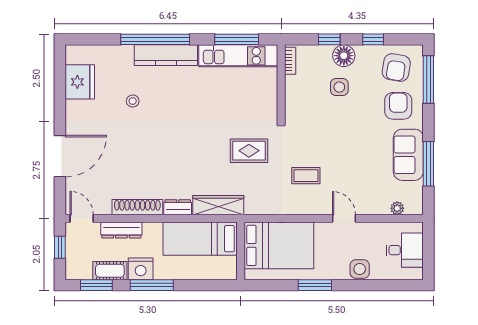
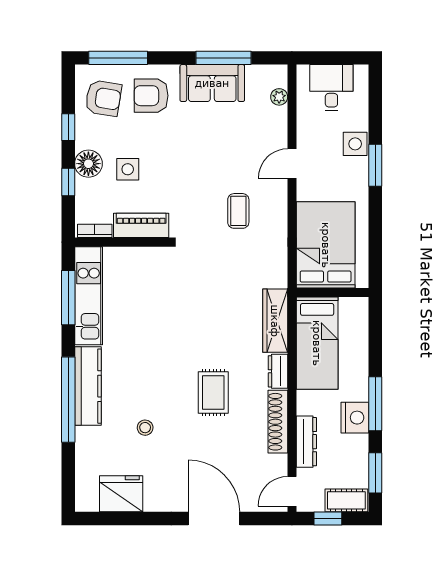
piano: (294, 98) -> (141, 225), added
rug: (249, 151) -> (213, 392), moved
cot: (110, 271) -> (346, 500), moved, turned 90
window: (315, 285) -> (375, 165), moved

